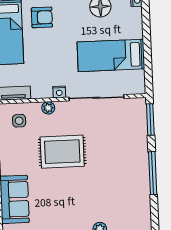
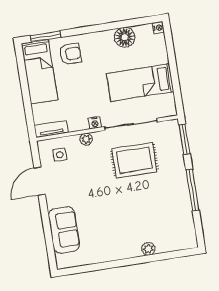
rug: (62, 152) -> (134, 160), moved

